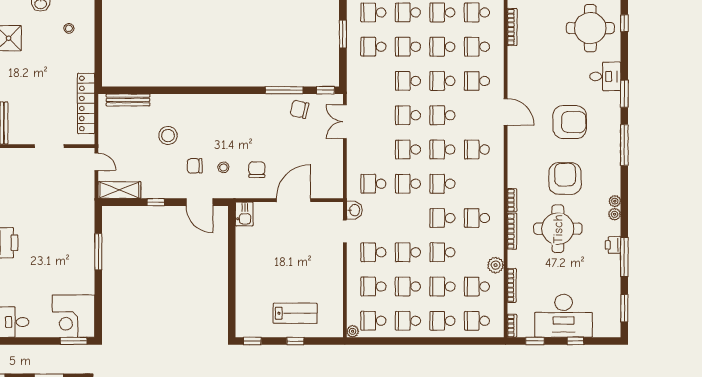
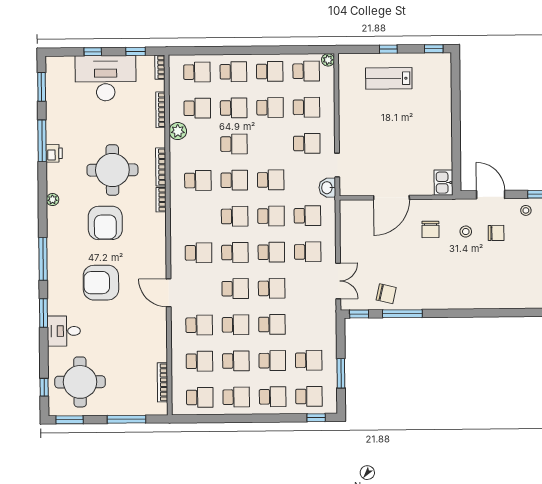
stool: (168, 136) -> (526, 210), moved, width x0.53, depth x0.53
school desk: (373, 149) -> (308, 252), added
plant: (615, 214) -> (53, 186), removed
school desk: (408, 252) -> (271, 180), moved

